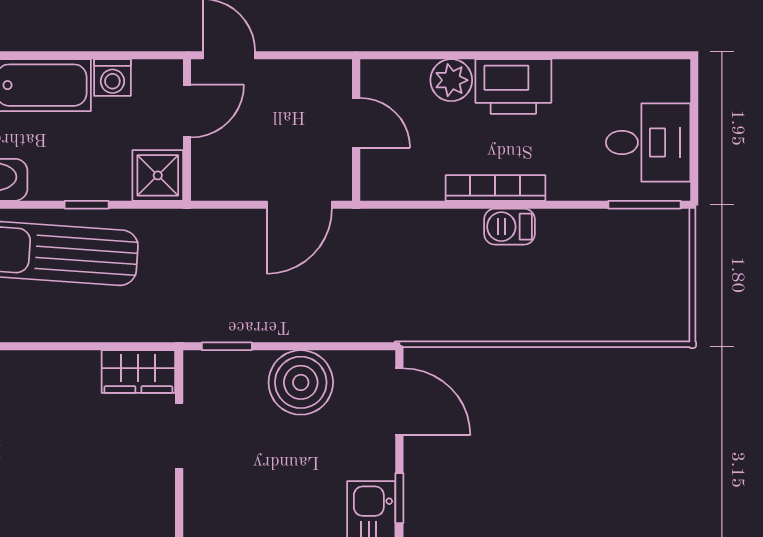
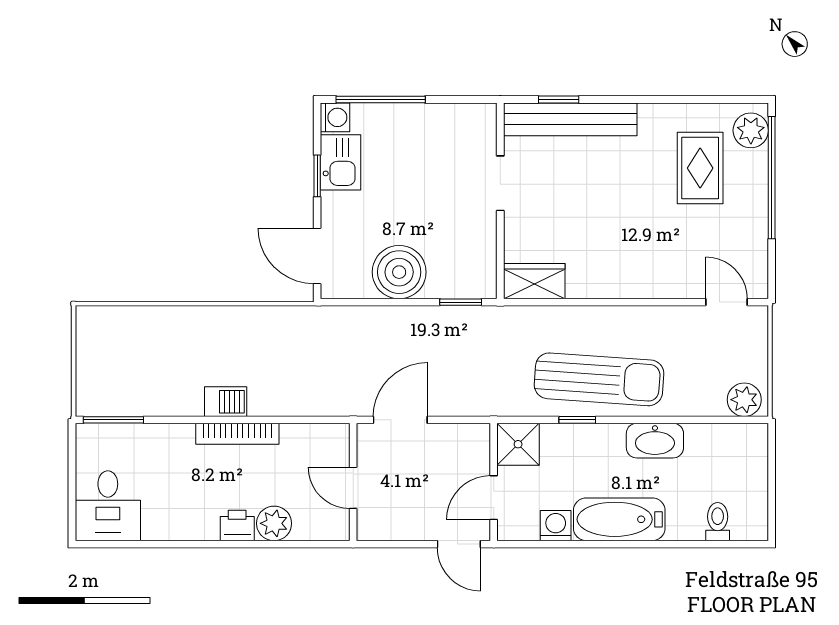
printer: (513, 86) -> (237, 525), width x0.53, depth x0.68
desk: (648, 142) -> (108, 506), moved, turned -90
doorway: (179, 436) -> (500, 183), moved

